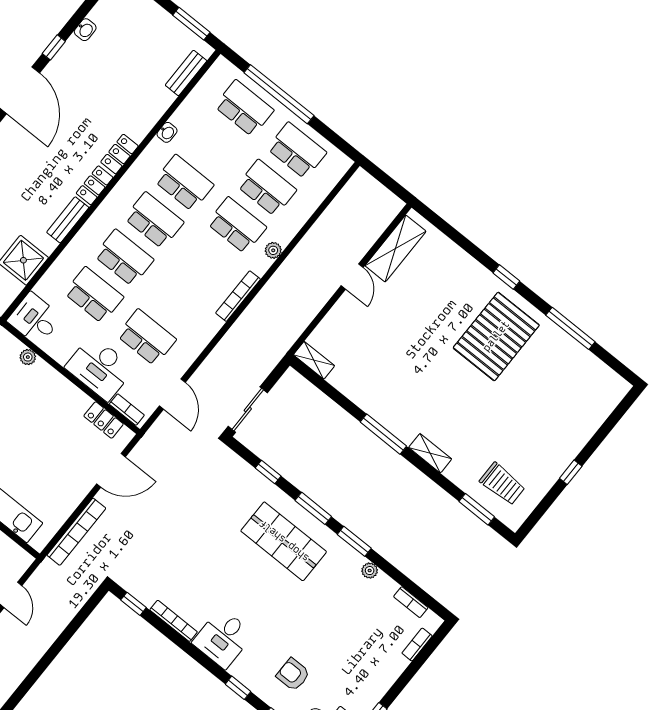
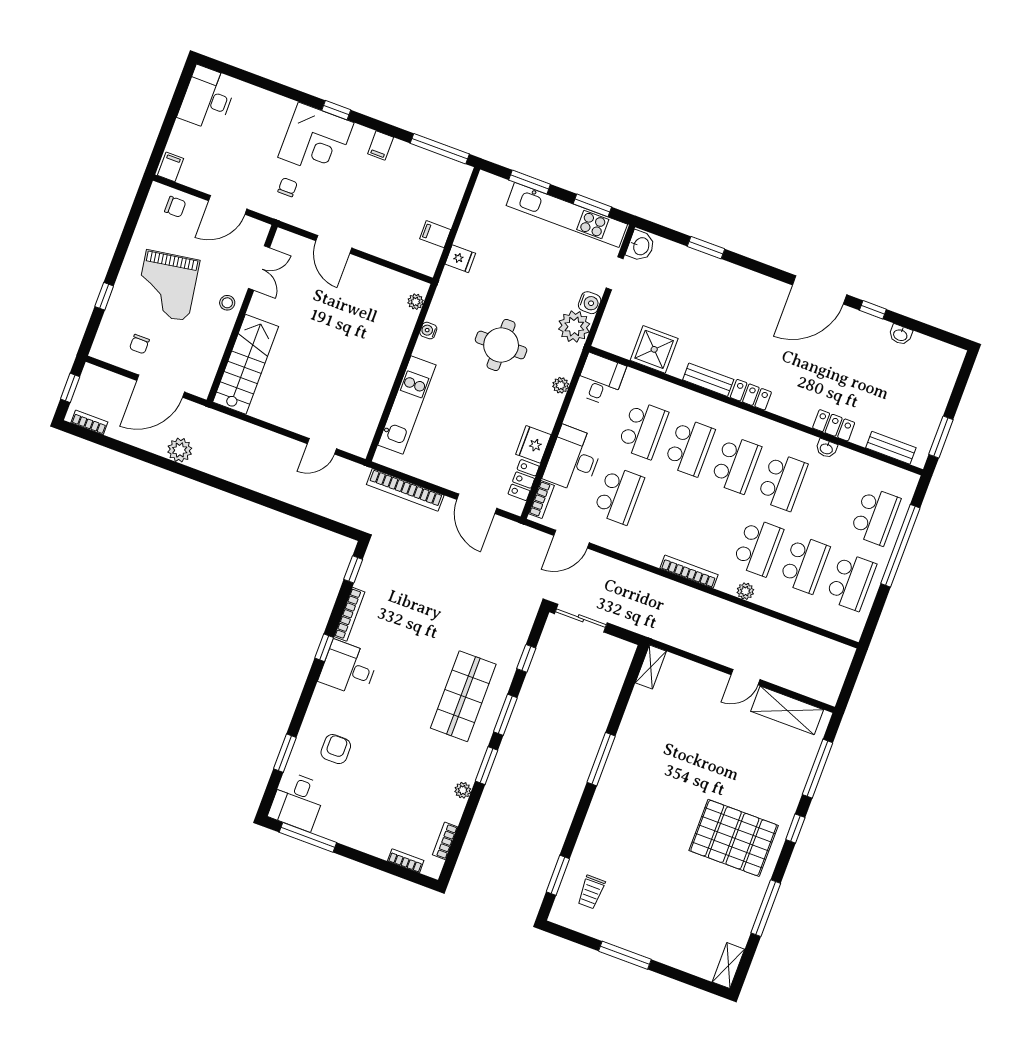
locker: (119, 154) -> (834, 425), moved
window: (458, 238) -> (818, 769), added
fridge: (74, 400) -> (533, 444), added
shelving: (430, 453) -> (728, 966), moved
window: (571, 472) -> (625, 955), width x2.17
trolley: (502, 484) -> (591, 892), width x0.73, depth x0.72
window: (238, 688) -> (324, 648), moved

